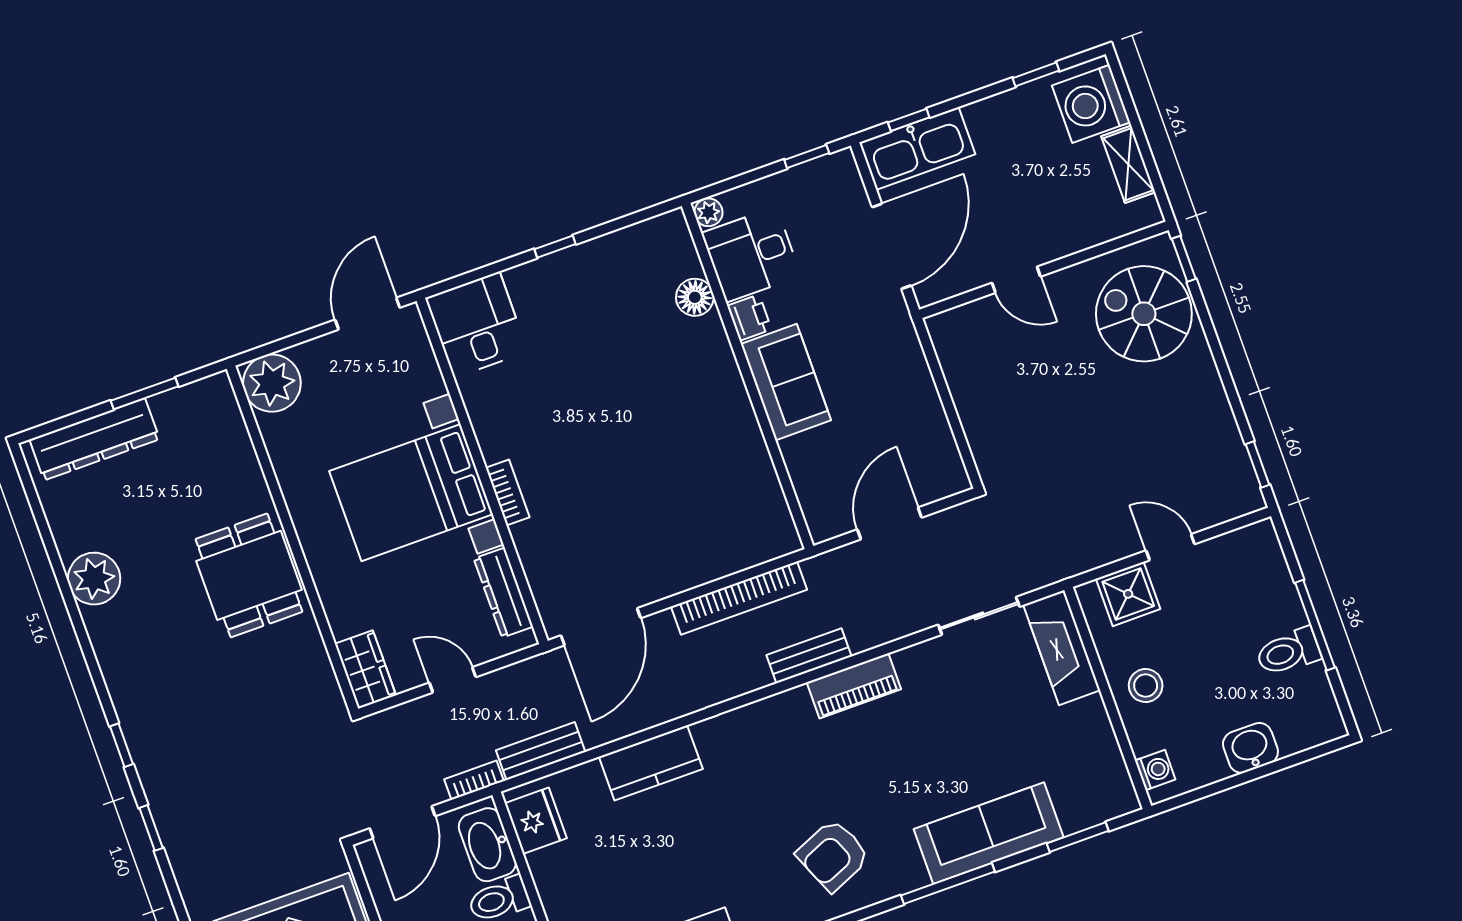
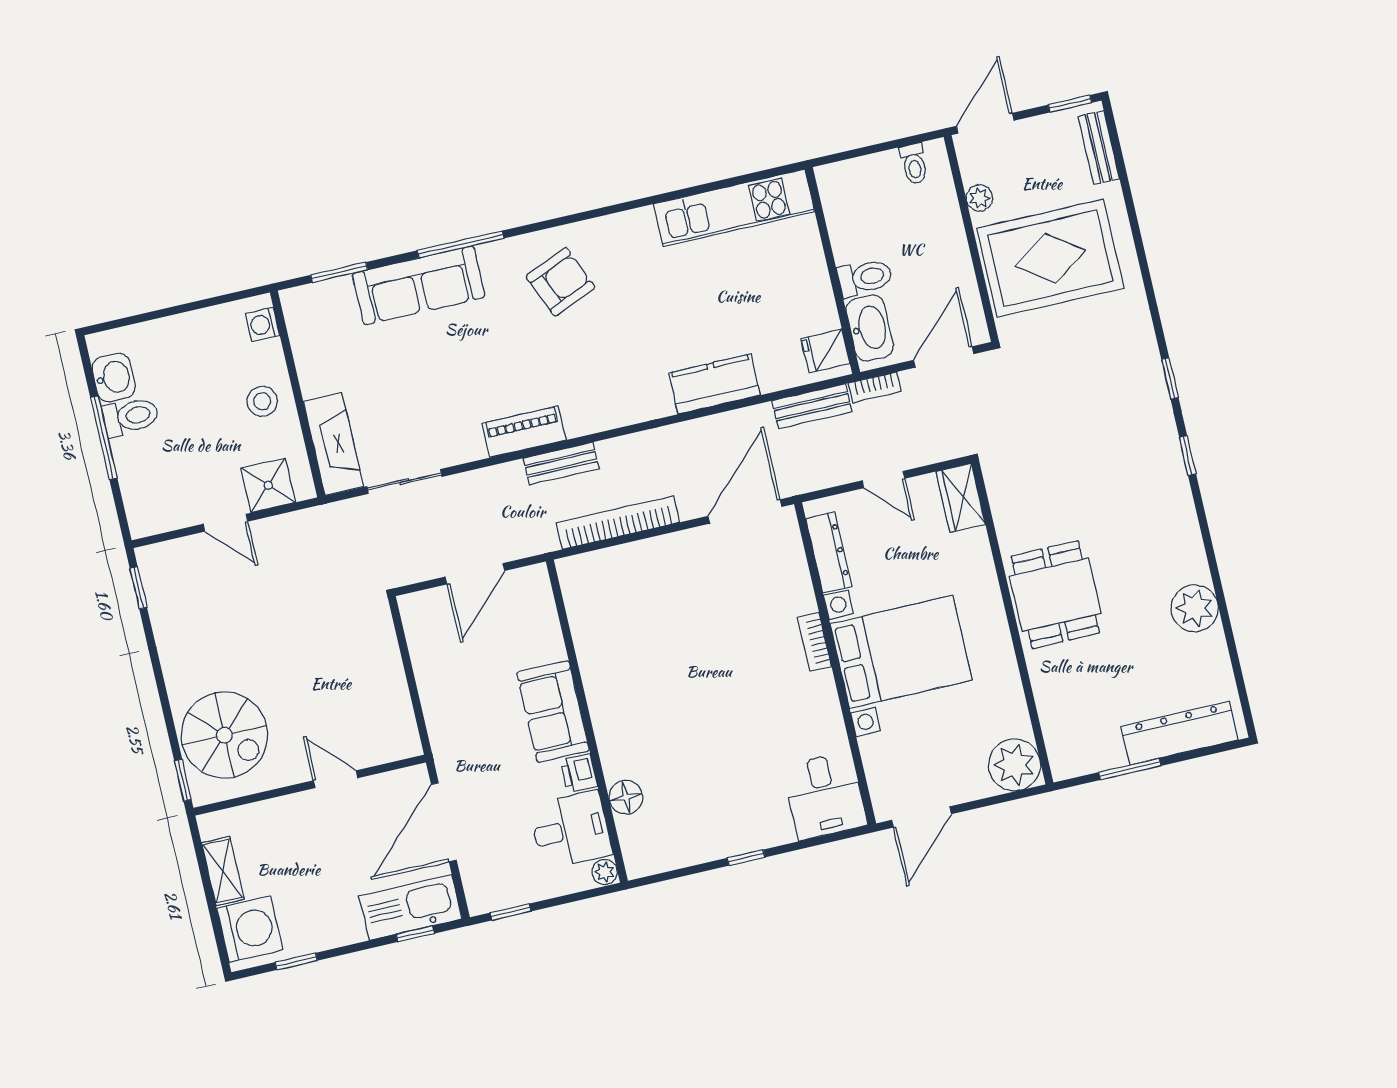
washbasin: (1250, 748) -> (114, 377), moved, turned -90
fridge: (536, 821) -> (825, 351), width x0.72

